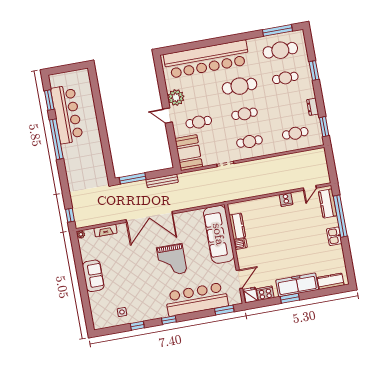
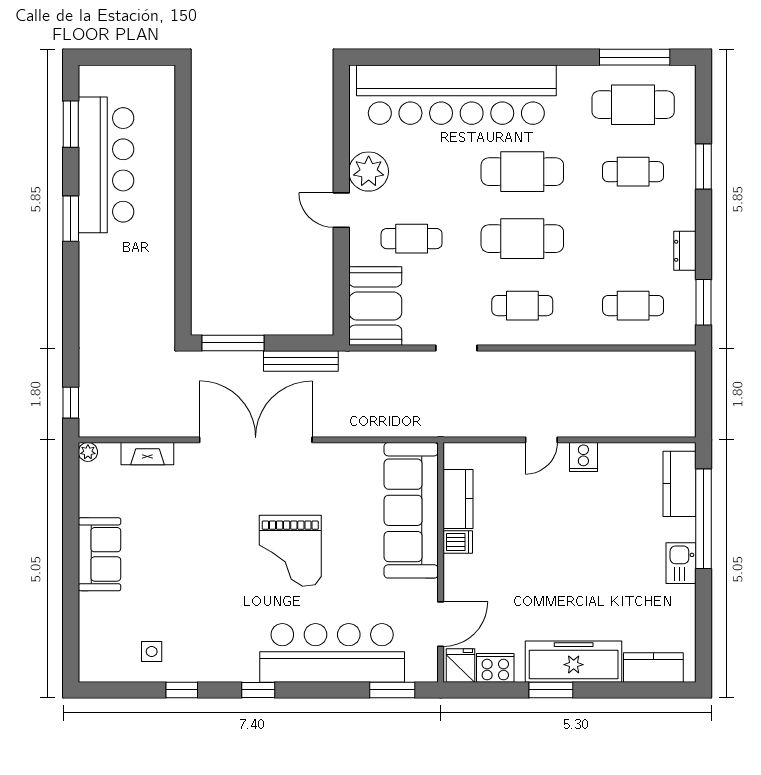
cafe table: (244, 114) -> (522, 239), width x1.37, depth x1.35
window: (56, 139) -> (71, 219), width x0.47
door: (310, 188) -> (541, 440), moved
double door: (149, 217) -> (256, 440), swing flipped

